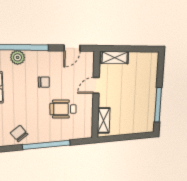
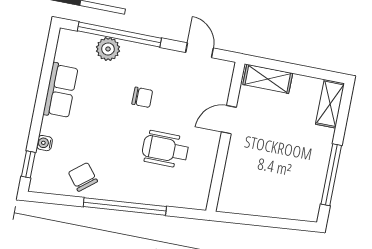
door: (72, 48) -> (200, 50), swing flipped
shelving: (104, 121) -> (330, 104), moved

